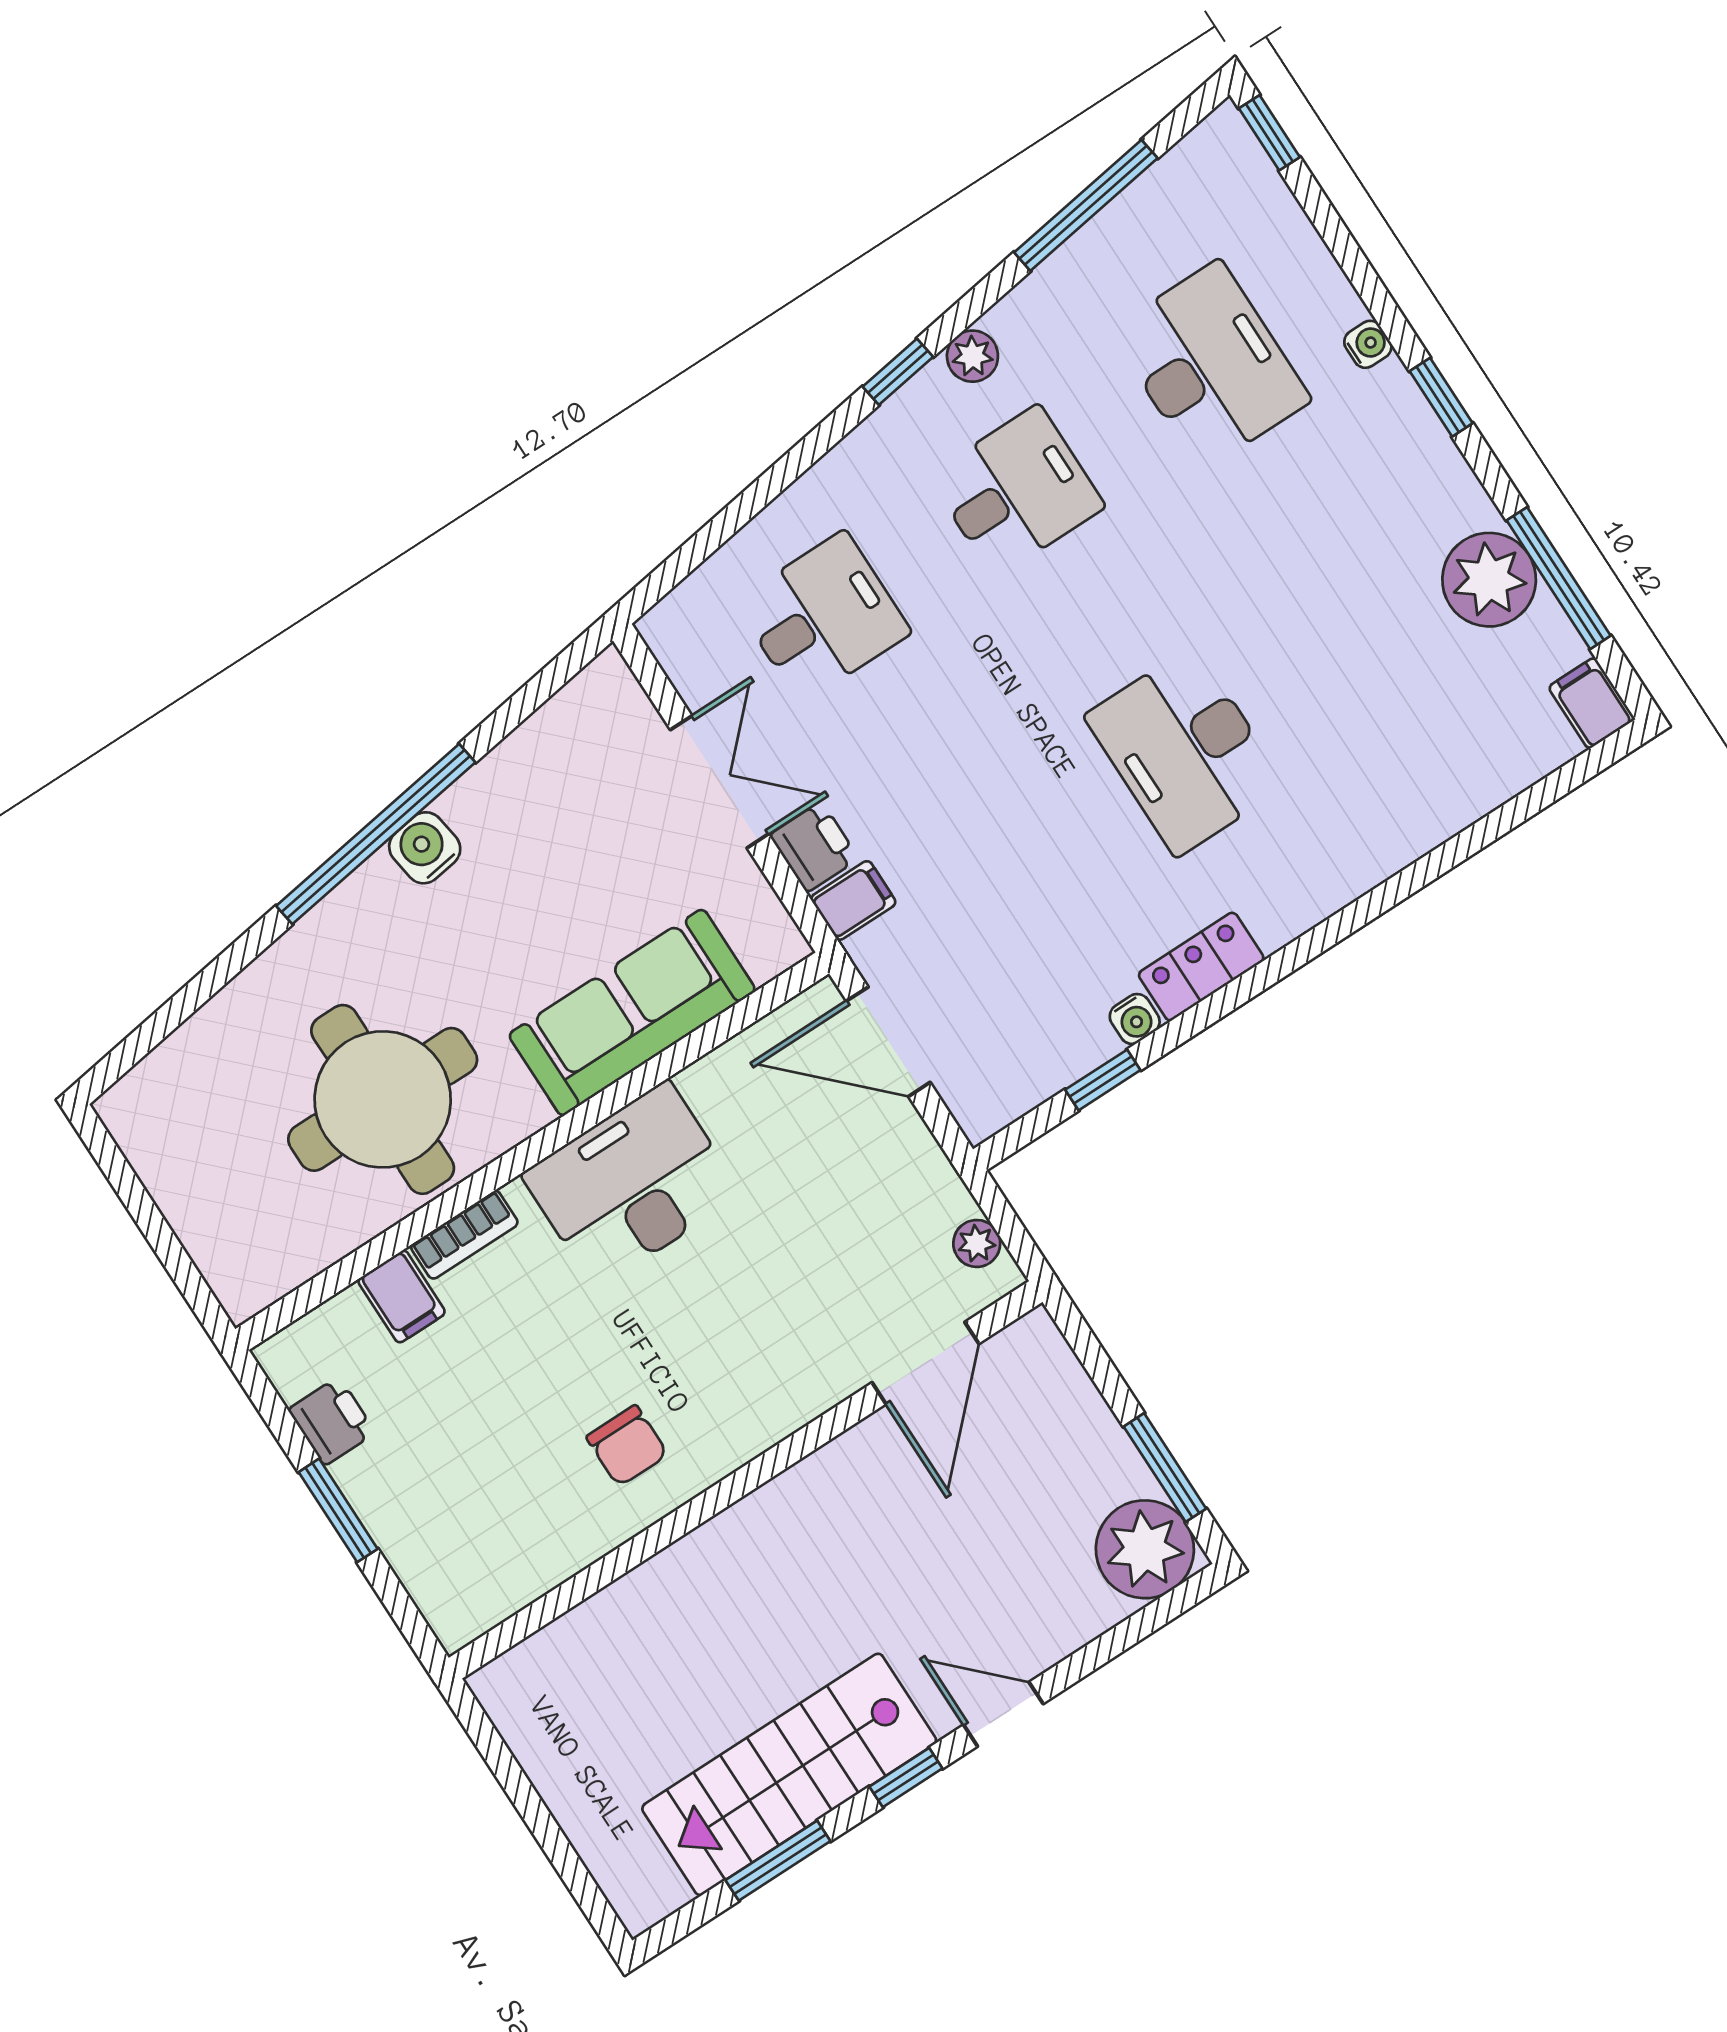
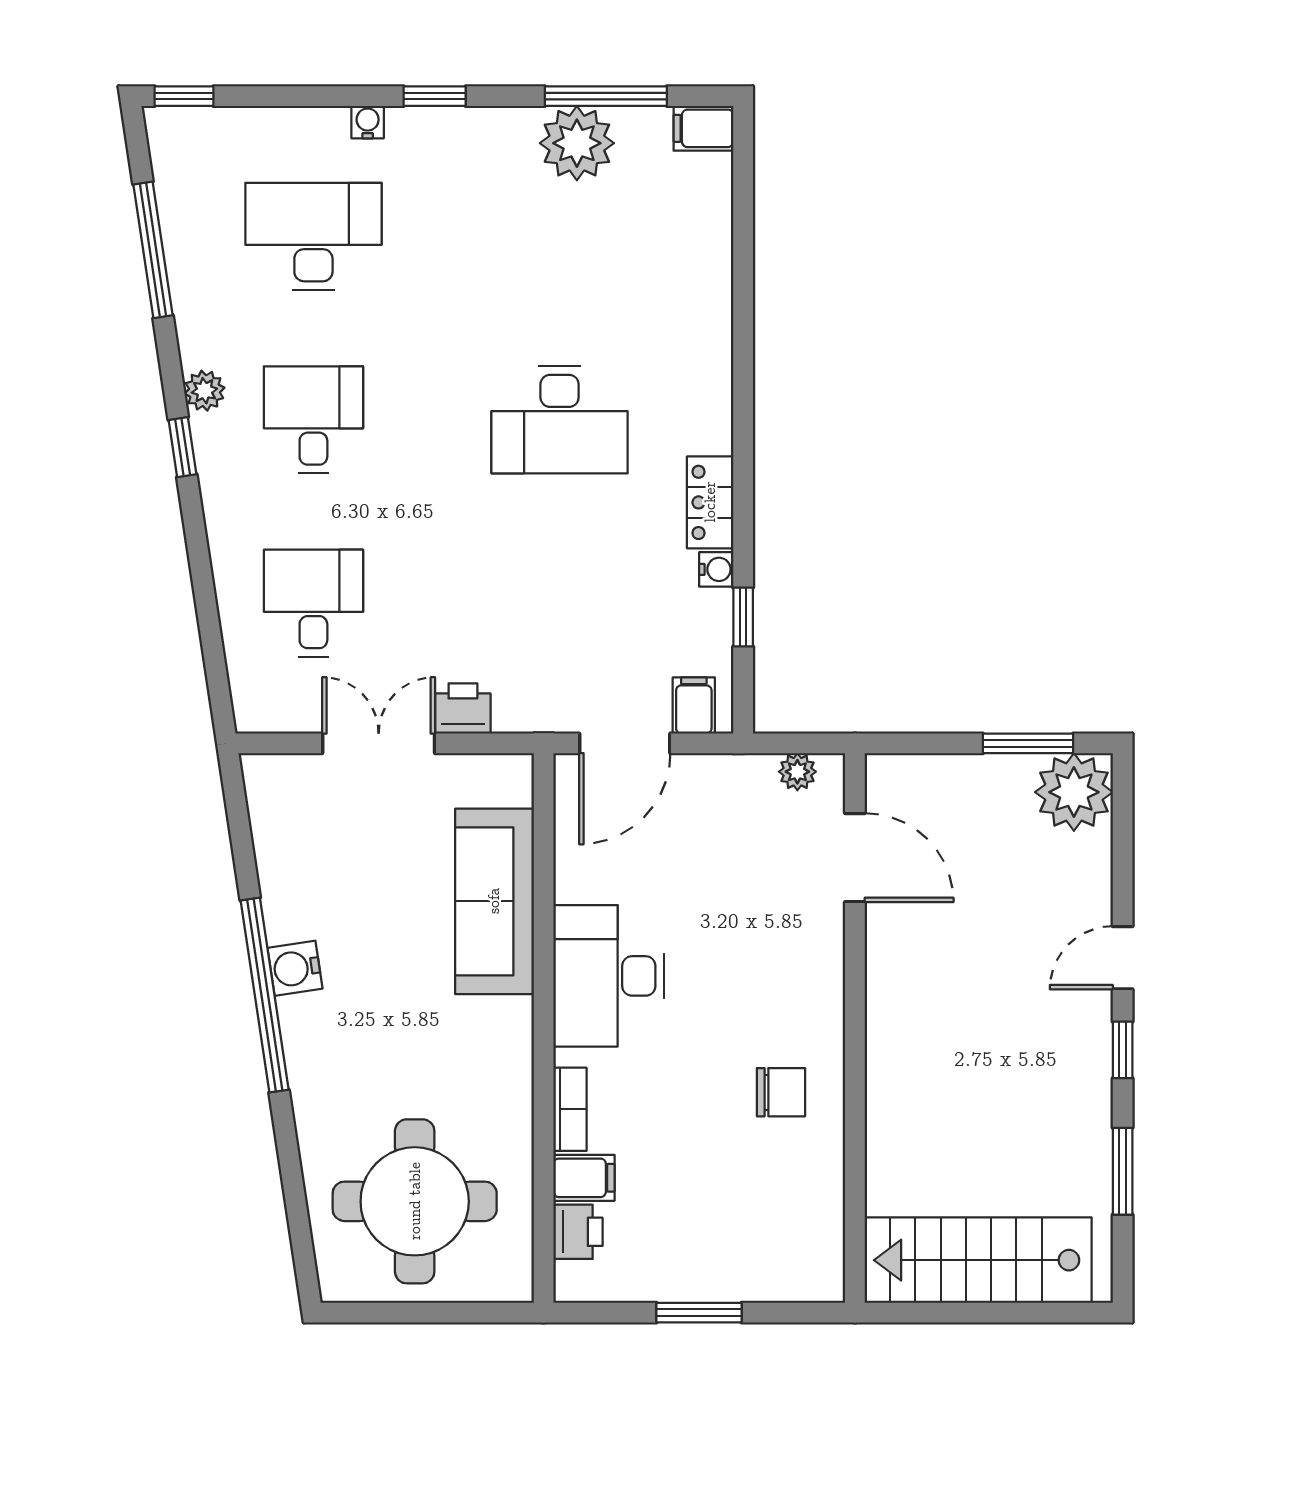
filing cabinet: (853, 900) -> (694, 706), moved
round table: (383, 1099) -> (415, 1201), moved
printer: (332, 1421) -> (578, 1232), moved, turned 90
stairs: (789, 1774) -> (978, 1260), moved, turned 90

